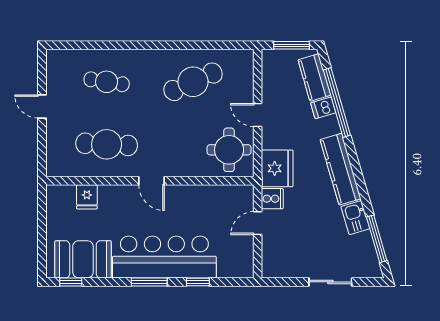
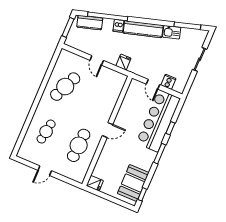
cafe table: (193, 82) -> (65, 87), turned 48
dishwasher: (323, 108) -> (118, 26), moved
door: (258, 115) -> (97, 60), hinge flipped
round table: (229, 150) -> (108, 83), removed
fridge: (277, 168) -> (123, 62), width x0.53, depth x0.75
fridge: (87, 197) -> (95, 183), moved
cooker: (272, 199) -> (168, 82), moved
bar counter: (164, 257) -> (158, 121), moved

